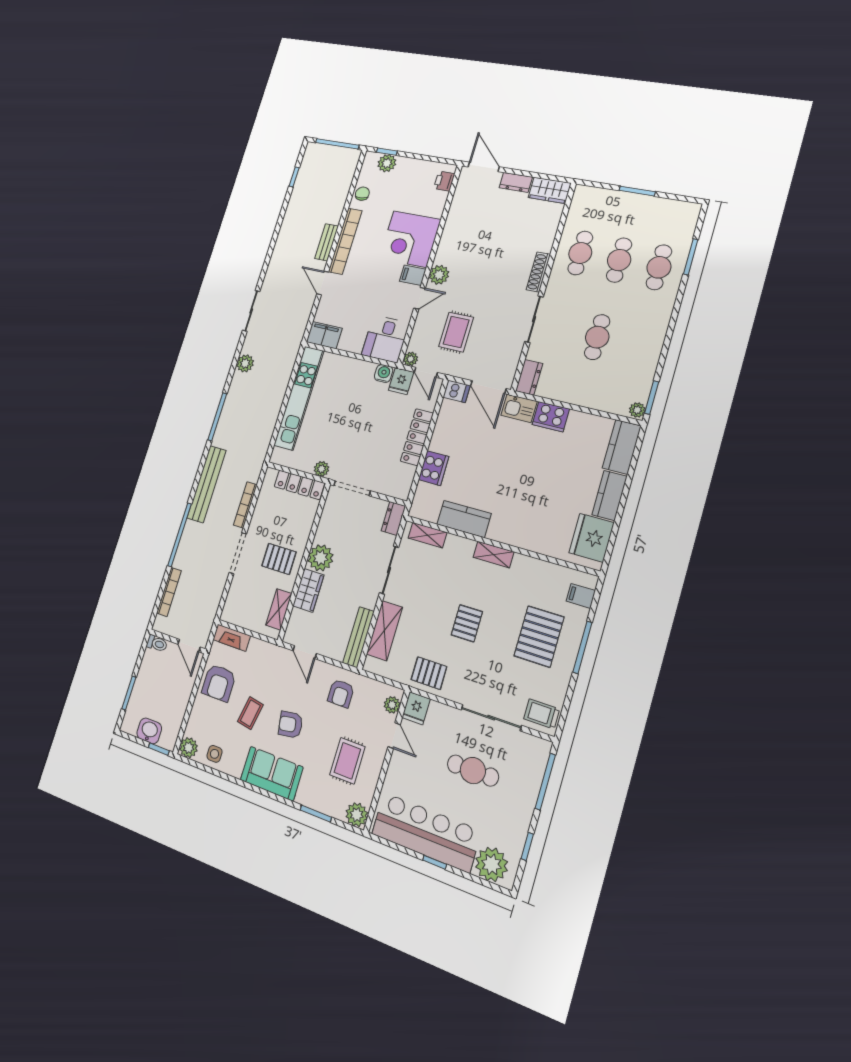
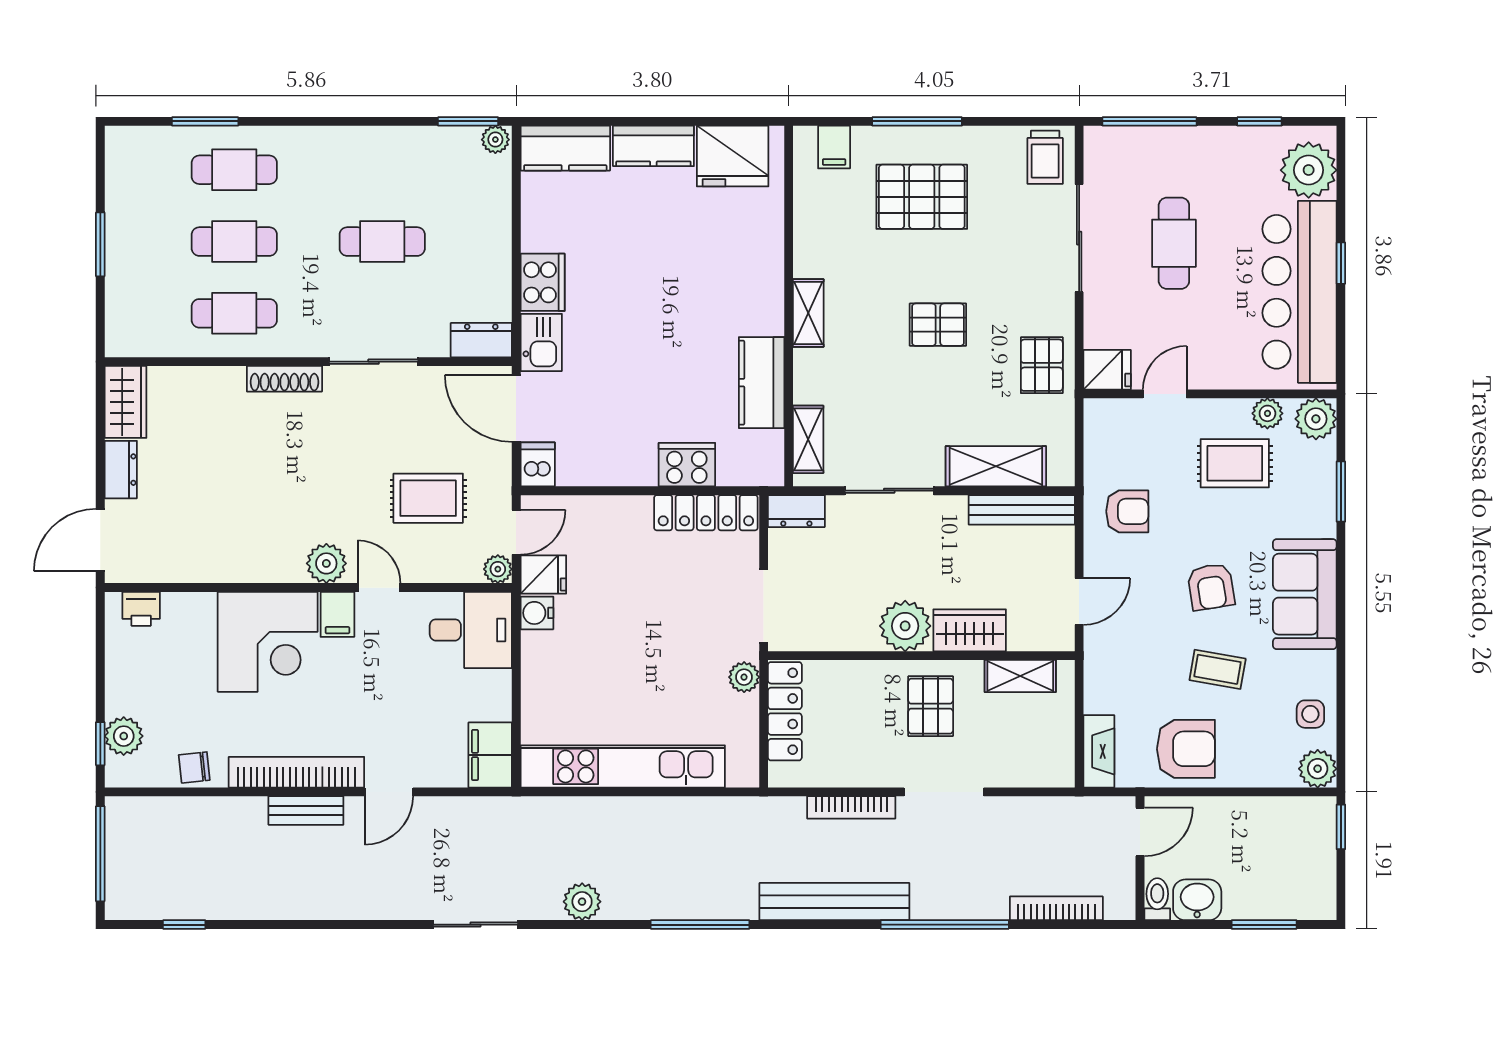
door: (488, 387) -> (516, 408), swing flipped
locker: (417, 437) -> (706, 513), moved
plant: (392, 705) -> (1267, 413), moved
washbasin: (149, 731) -> (1197, 900), moved, turned 90

